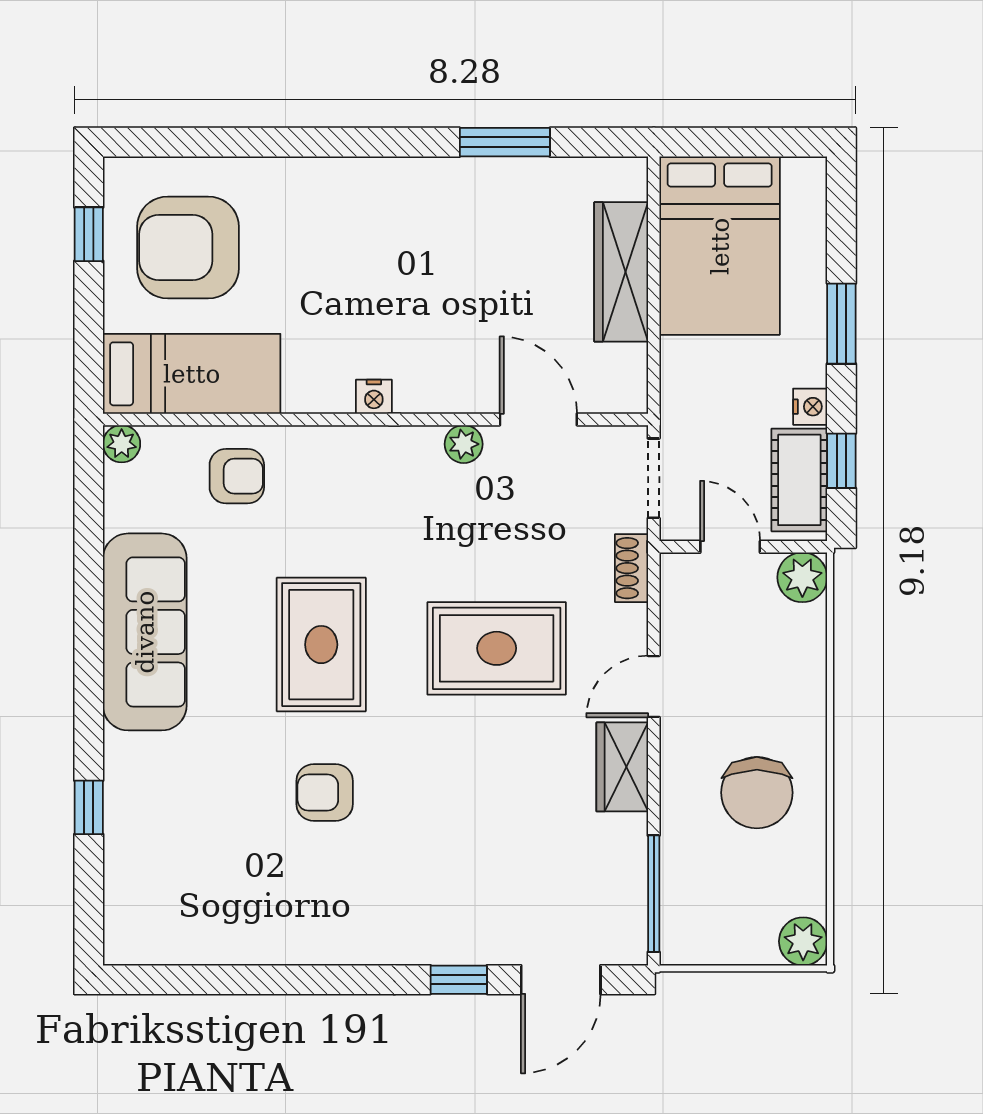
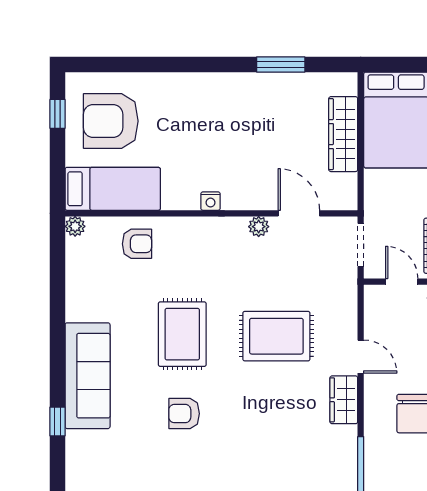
shoe rack: (632, 568) -> (349, 293), removed
sofa: (145, 632) -> (88, 376), moved
door: (654, 686) -> (361, 357), swing flipped

